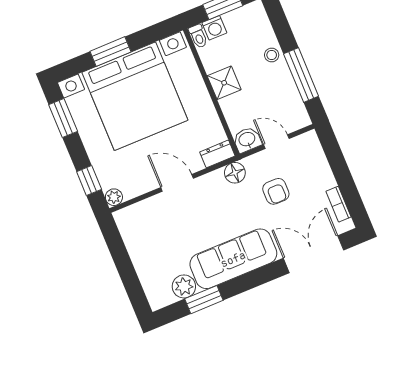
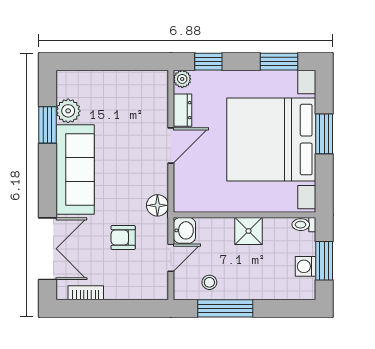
washing machine: (214, 28) -> (305, 266), moved
stool: (272, 55) -> (209, 282), moved
dresser: (217, 154) -> (183, 110), moved

